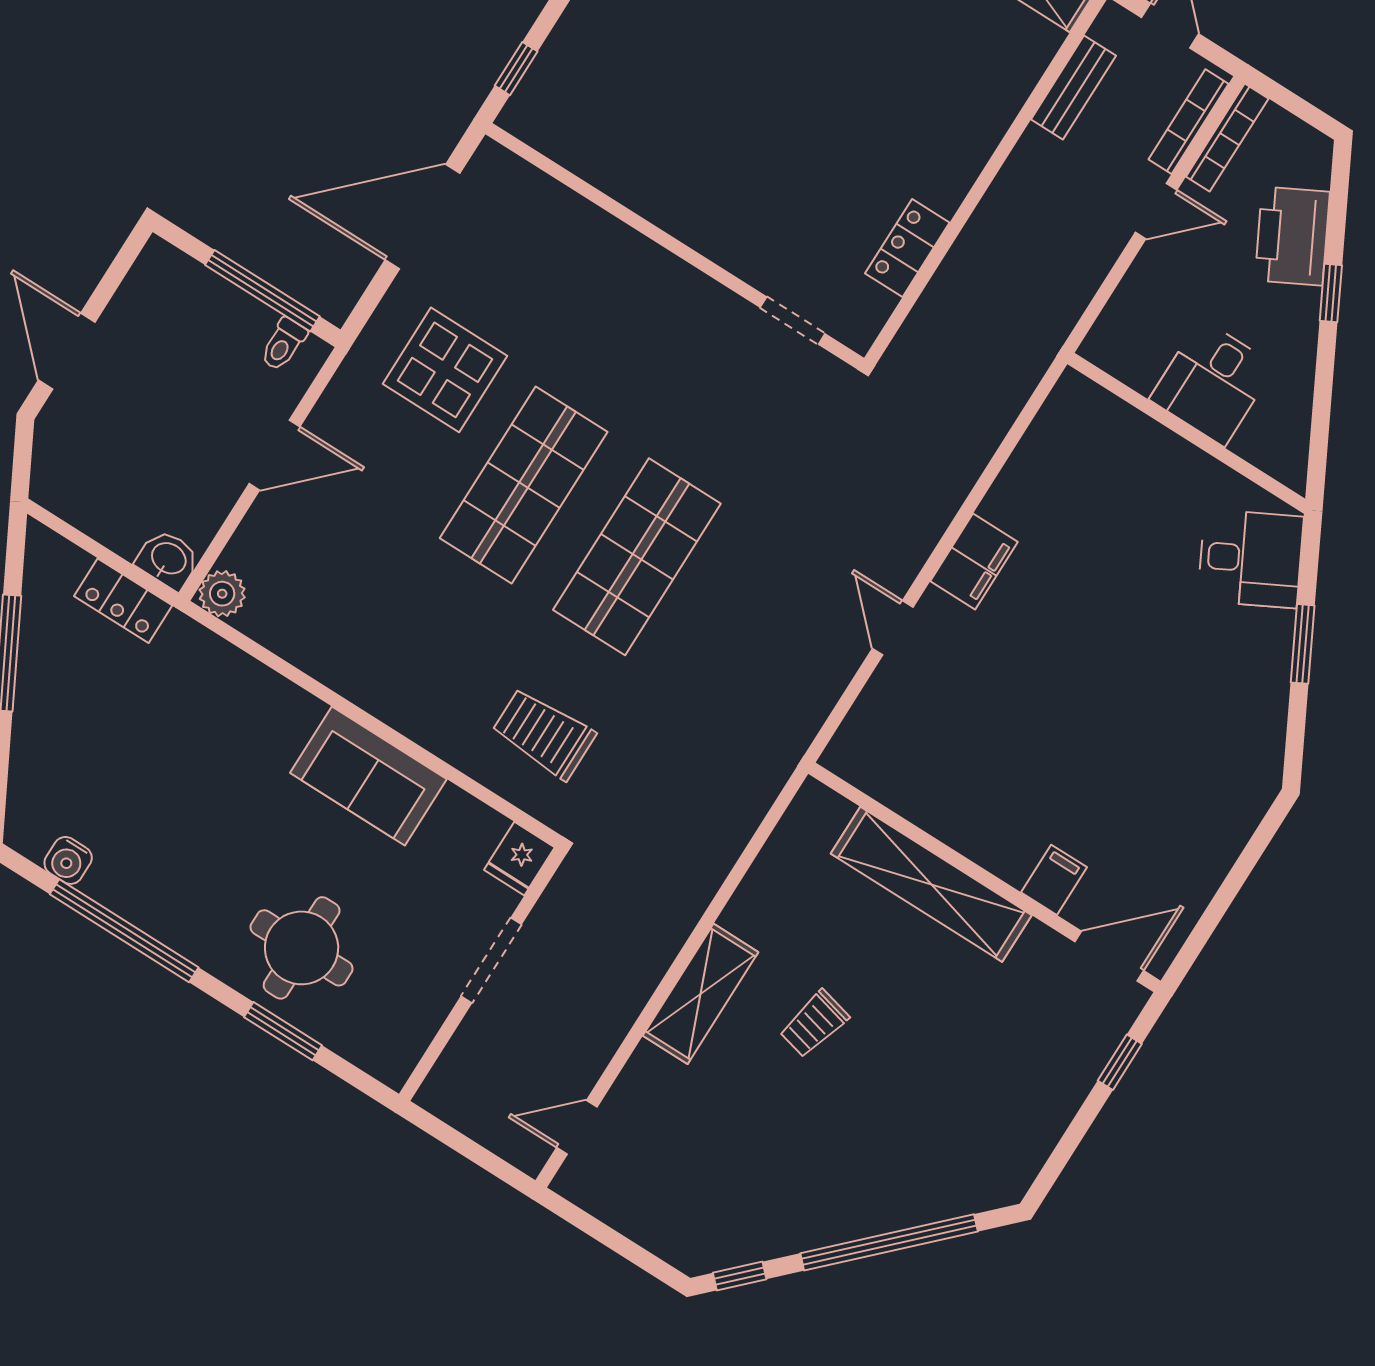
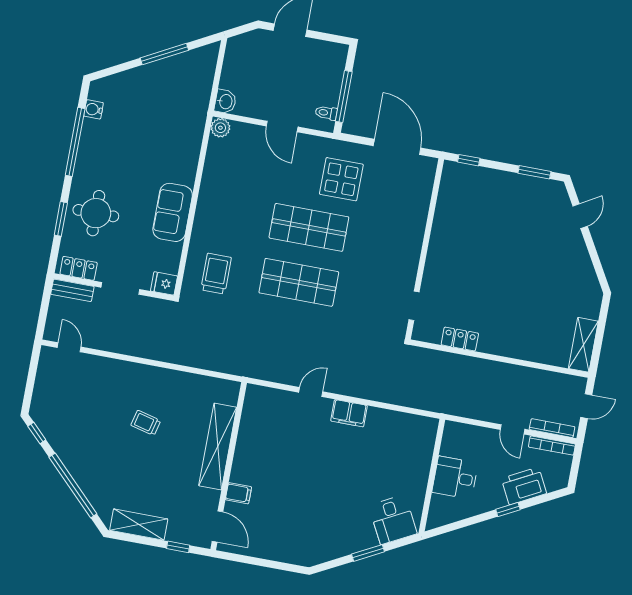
bench: (1073, 87) -> (72, 290), moved
locker: (123, 601) -> (79, 268), moved, turned 90
shelving: (701, 994) -> (139, 525), moved

